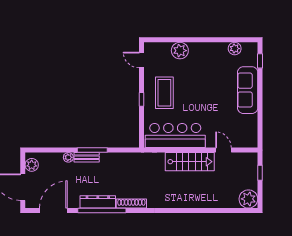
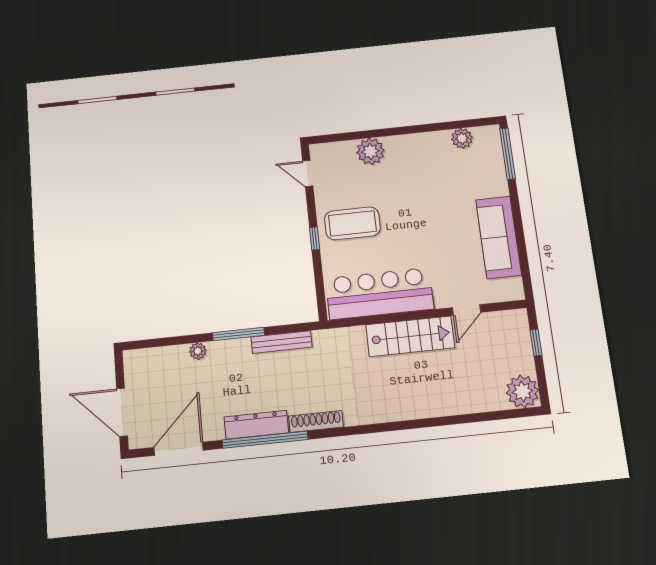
window: (260, 61) -> (508, 154), width x2.17
sofa: (248, 90) -> (499, 237), moved
coffee table: (164, 93) -> (352, 223), turned 90
door: (223, 150) -> (466, 310), swing flipped
bench: (87, 157) -> (282, 342), moved, width x1.36
plant: (32, 165) -> (135, 371), removed

